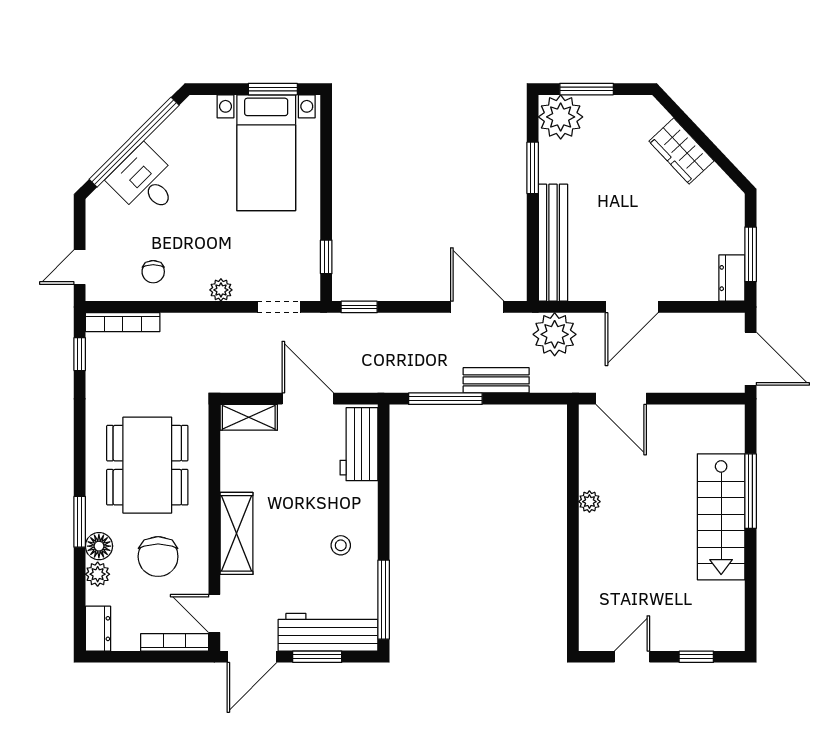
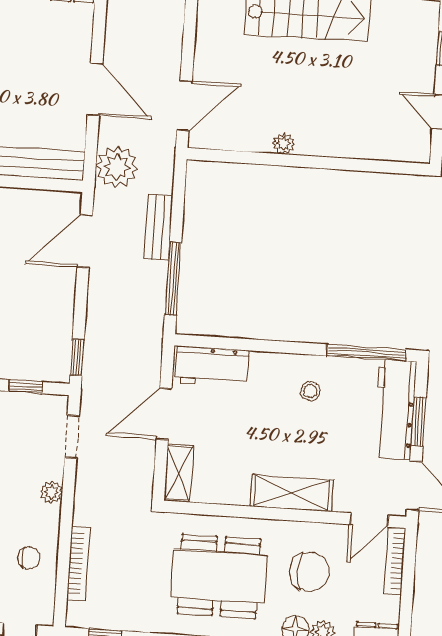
bookcase: (123, 322) -> (78, 563), moved

